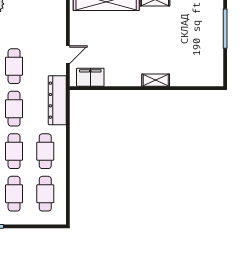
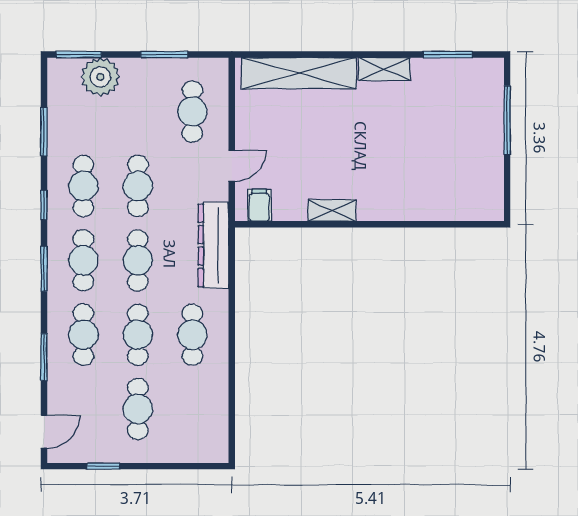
filing cabinet: (90, 77) -> (259, 205), width x0.50
shelving: (156, 80) -> (332, 210), moved
cafe table: (45, 194) -> (192, 112), moved

